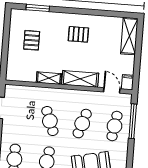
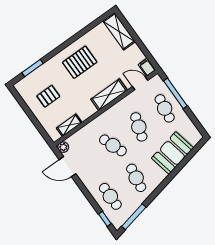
pallet: (78, 34) -> (80, 62), width x1.50, depth x1.42
pallet: (32, 40) -> (48, 96), turned 90
shelving: (49, 78) -> (69, 125), moved
plant: (10, 90) -> (63, 147), added

